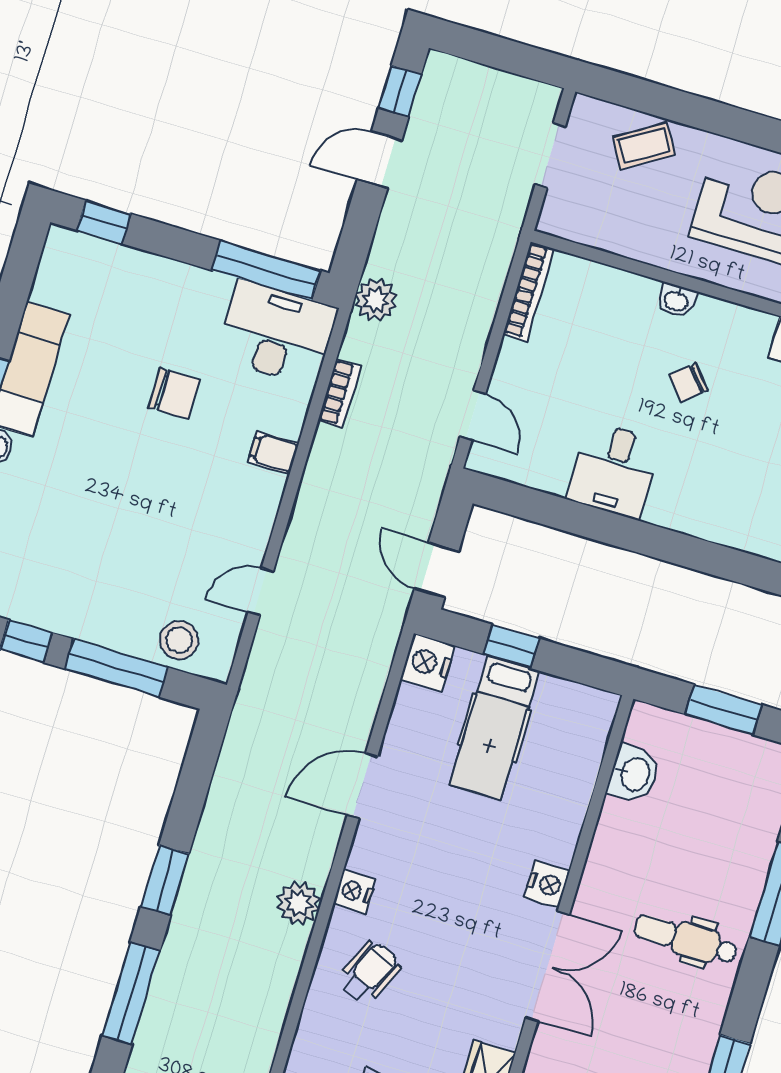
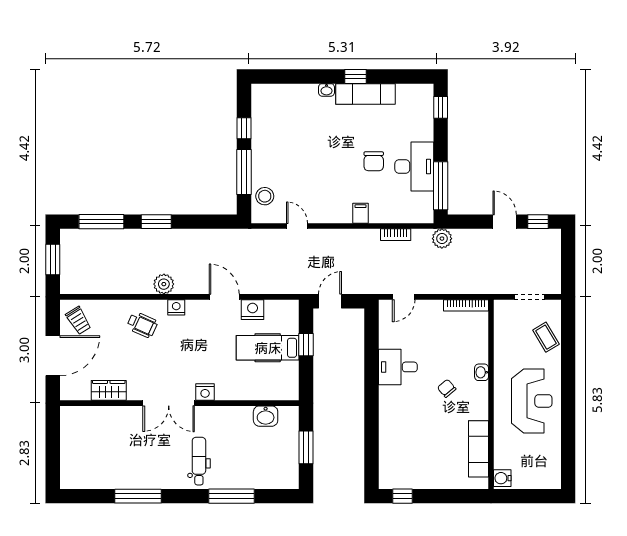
desk: (277, 333) -> (414, 167), moved
nightstand: (428, 663) -> (253, 310), moved

